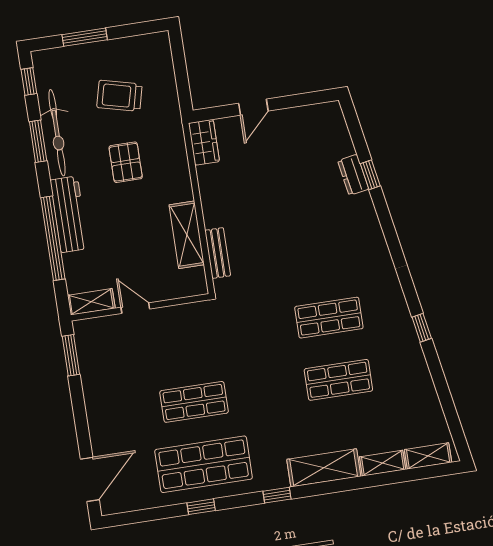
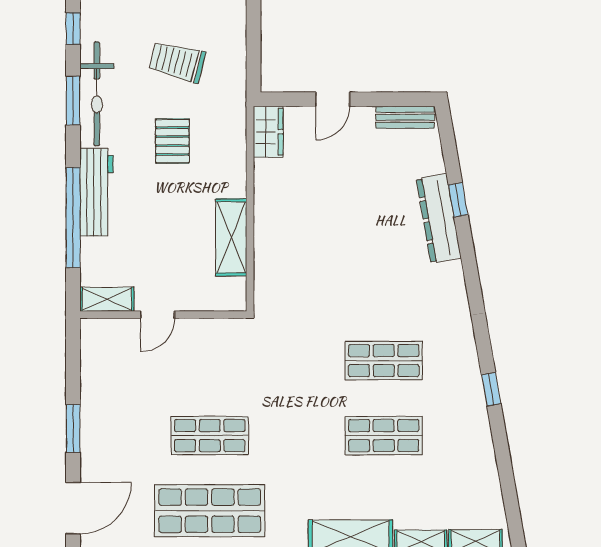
dresser: (353, 175) -> (439, 218), width x1.96, depth x1.24
bench: (218, 253) -> (405, 117), moved, turned 90
door: (135, 308) -> (158, 315), swing flipped
window: (71, 355) -> (73, 428), moved

